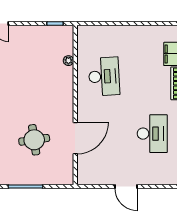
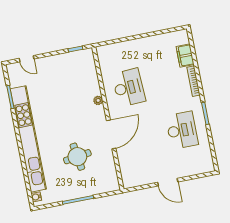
plant: (68, 61) -> (98, 100), moved
door: (75, 138) -> (111, 134), moved

